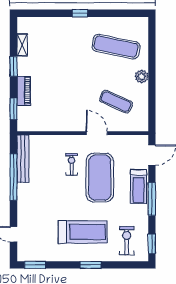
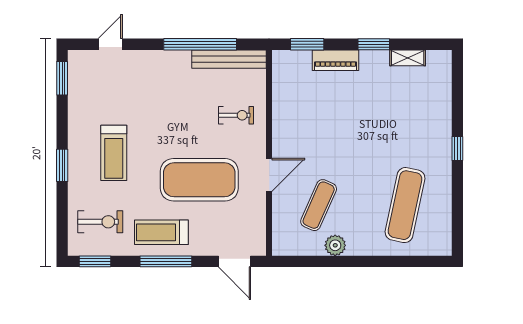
plant: (142, 76) -> (335, 245), moved
exercise bike: (72, 164) -> (236, 115), moved
treadmill: (139, 187) -> (161, 232), moved
treadmill: (83, 232) -> (114, 153), width x0.73, depth x0.73

